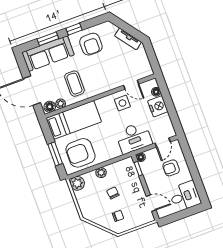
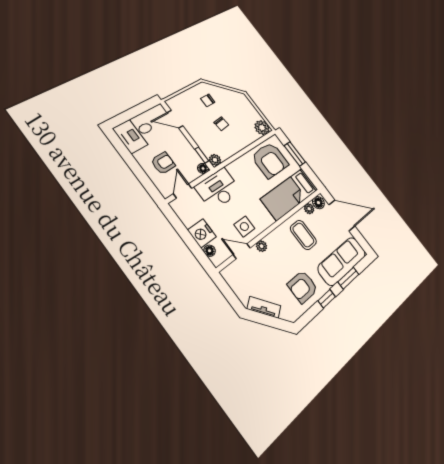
armchair: (91, 44) -> (303, 287), turned -90
plant: (114, 84) -> (262, 246), added
armchair: (81, 153) -> (270, 160), turned 90
plant: (101, 173) -> (215, 160), moved

